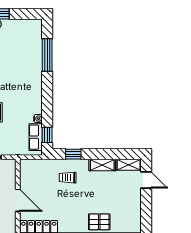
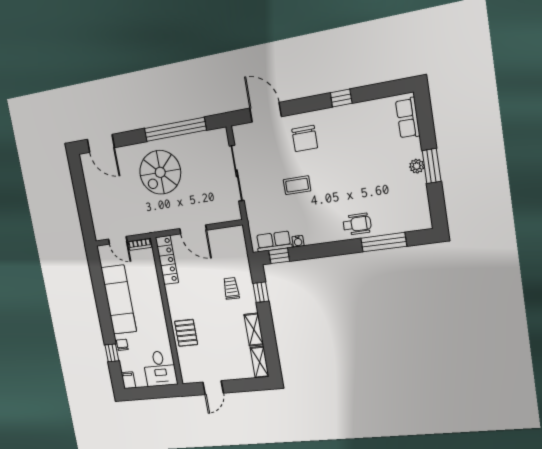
wheelchair: (31, 72) -> (357, 224), added
door: (146, 180) -> (213, 388), moved
door: (18, 200) -> (193, 229), hinge flipped

